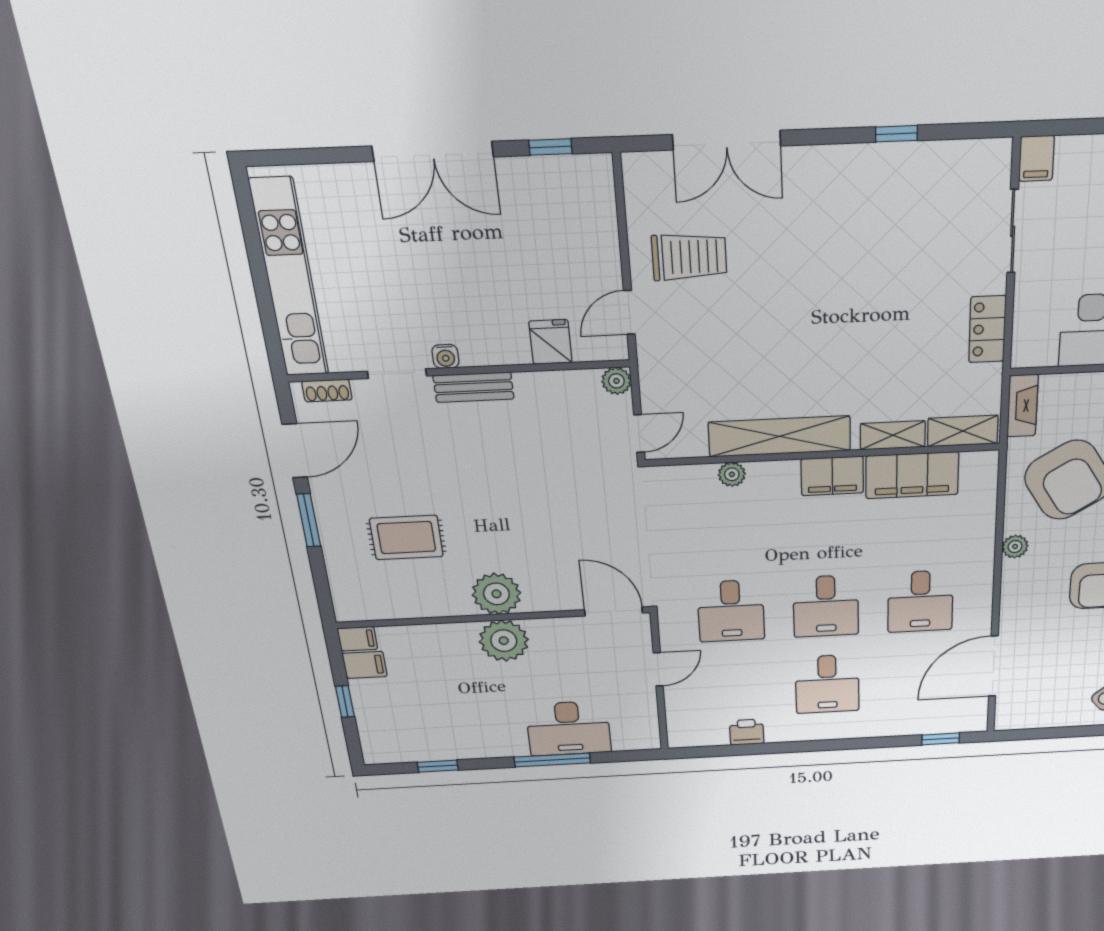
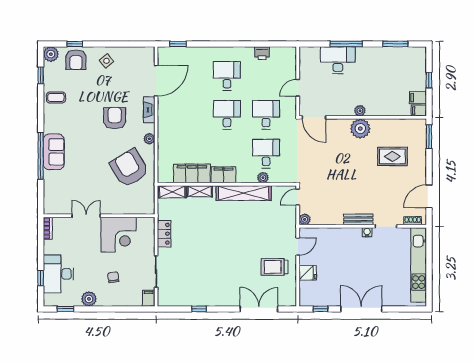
fridge: (550, 342) -> (308, 273), moved, turned -90
fireplace: (1023, 406) -> (149, 110), moved
window: (309, 520) -> (429, 137), moved
desk: (920, 601) -> (266, 154), moved
plant: (504, 641) -> (360, 111), width x0.53, depth x0.53
window: (438, 766) -> (395, 44), width x1.50

